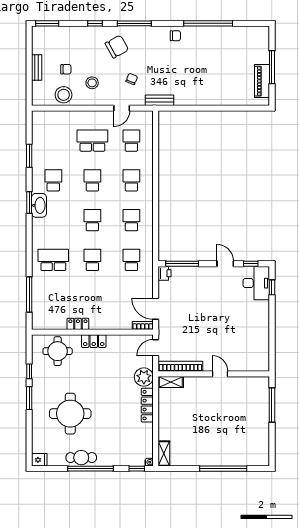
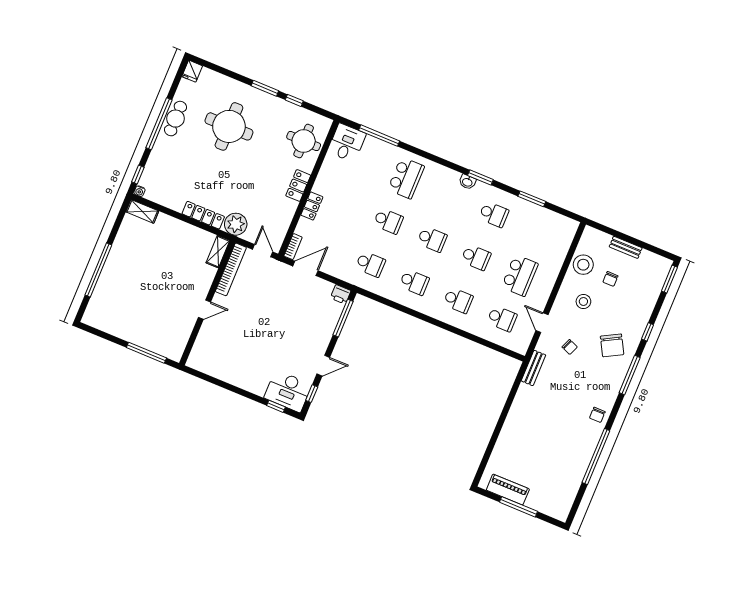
washbasin: (39, 205) -> (467, 182), width x0.52, depth x0.69
desk: (45, 317) -> (347, 143), added
locker: (78, 324) -> (312, 206), moved

